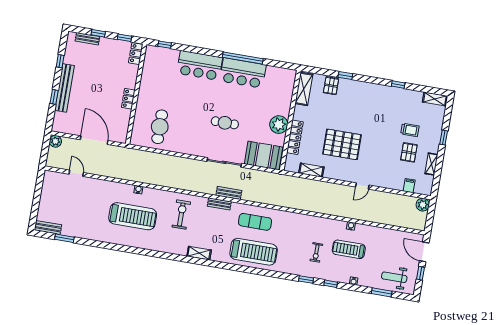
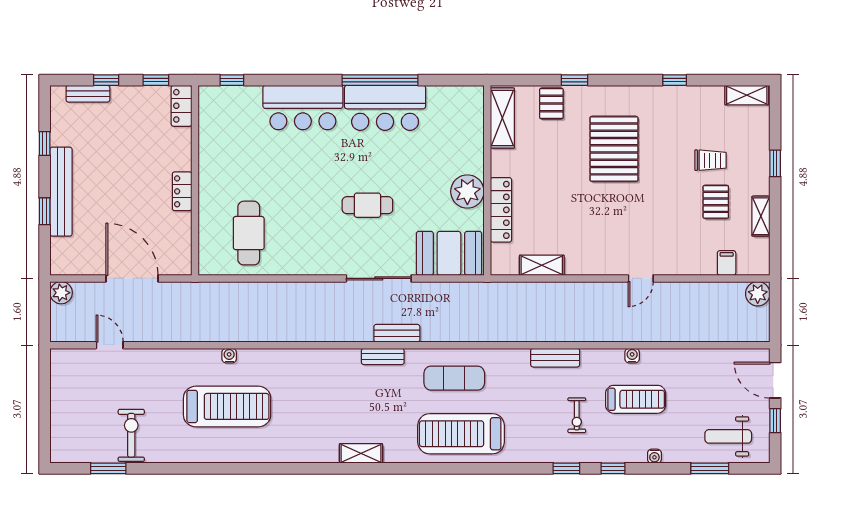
pallet: (342, 144) -> (614, 149), moved, turned 90
exercise bike: (181, 214) -> (131, 435), moved
bench: (48, 227) -> (555, 358), moved
treadmill: (349, 249) -> (636, 399), turned 180
treadmill: (254, 252) -> (461, 434), turned 180

